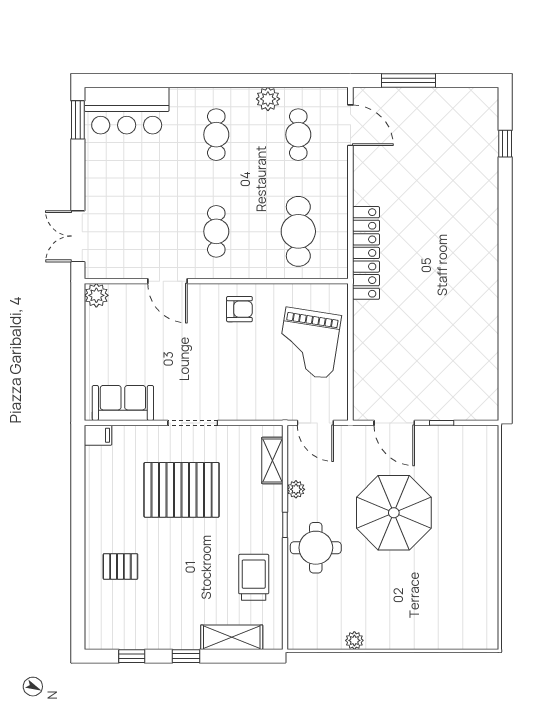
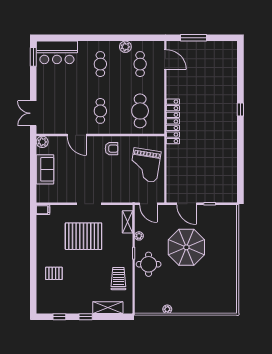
window: (505, 144) -> (240, 109), moved
sofa: (123, 403) -> (45, 169), moved, turned 90

